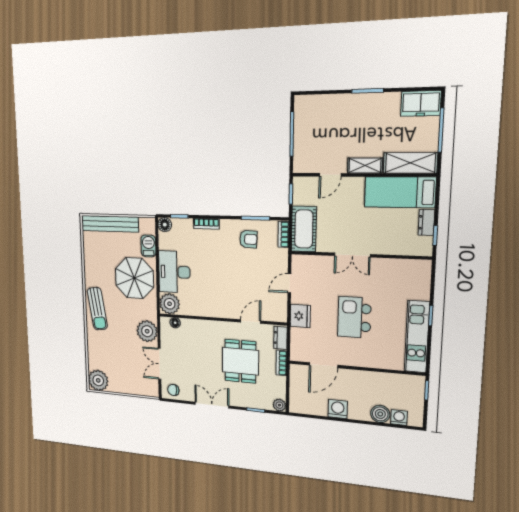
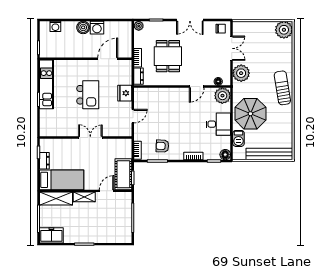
cot: (304, 229) -> (123, 174), moved
desk: (174, 272) -> (218, 124), width x0.73
door: (251, 322) -> (197, 87), moved
boiler: (380, 414) -> (83, 27), moved

